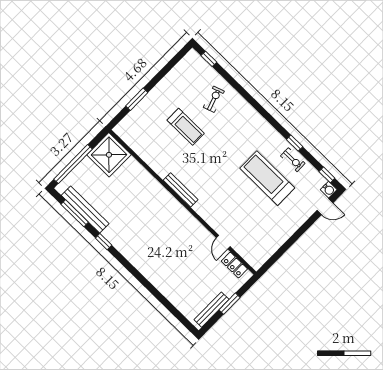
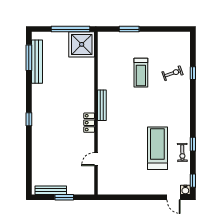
window: (209, 59) -> (193, 73), moved
window: (73, 164) -> (71, 29), moved
window: (104, 242) -> (29, 119), moved
locker: (234, 265) -> (89, 123), moved

